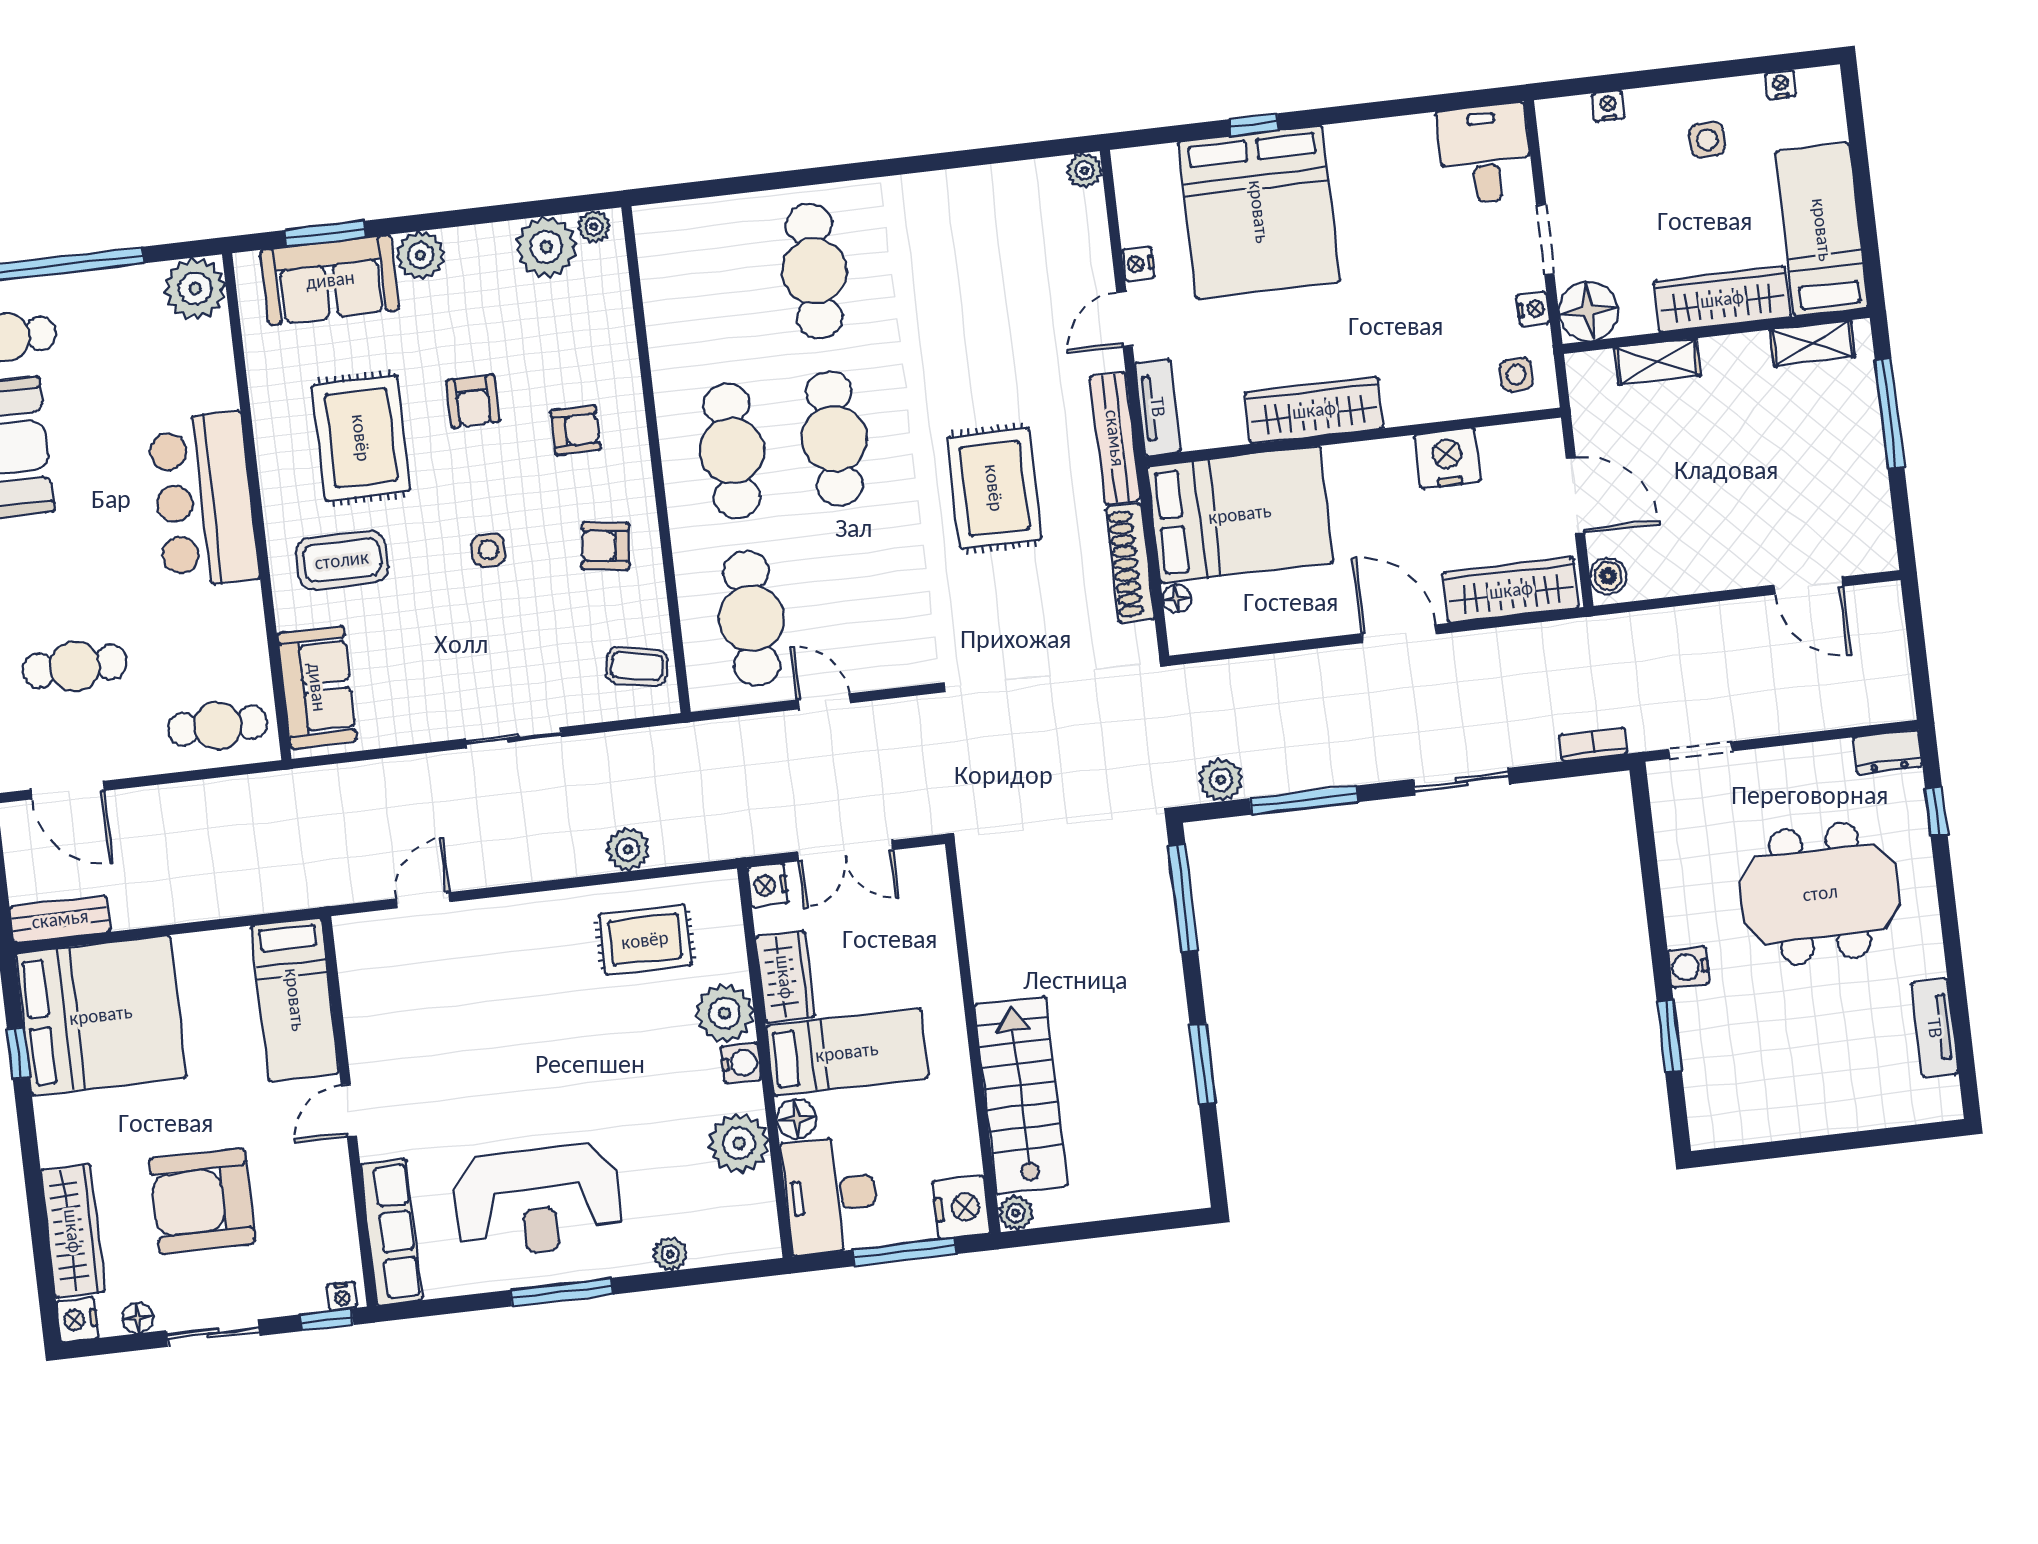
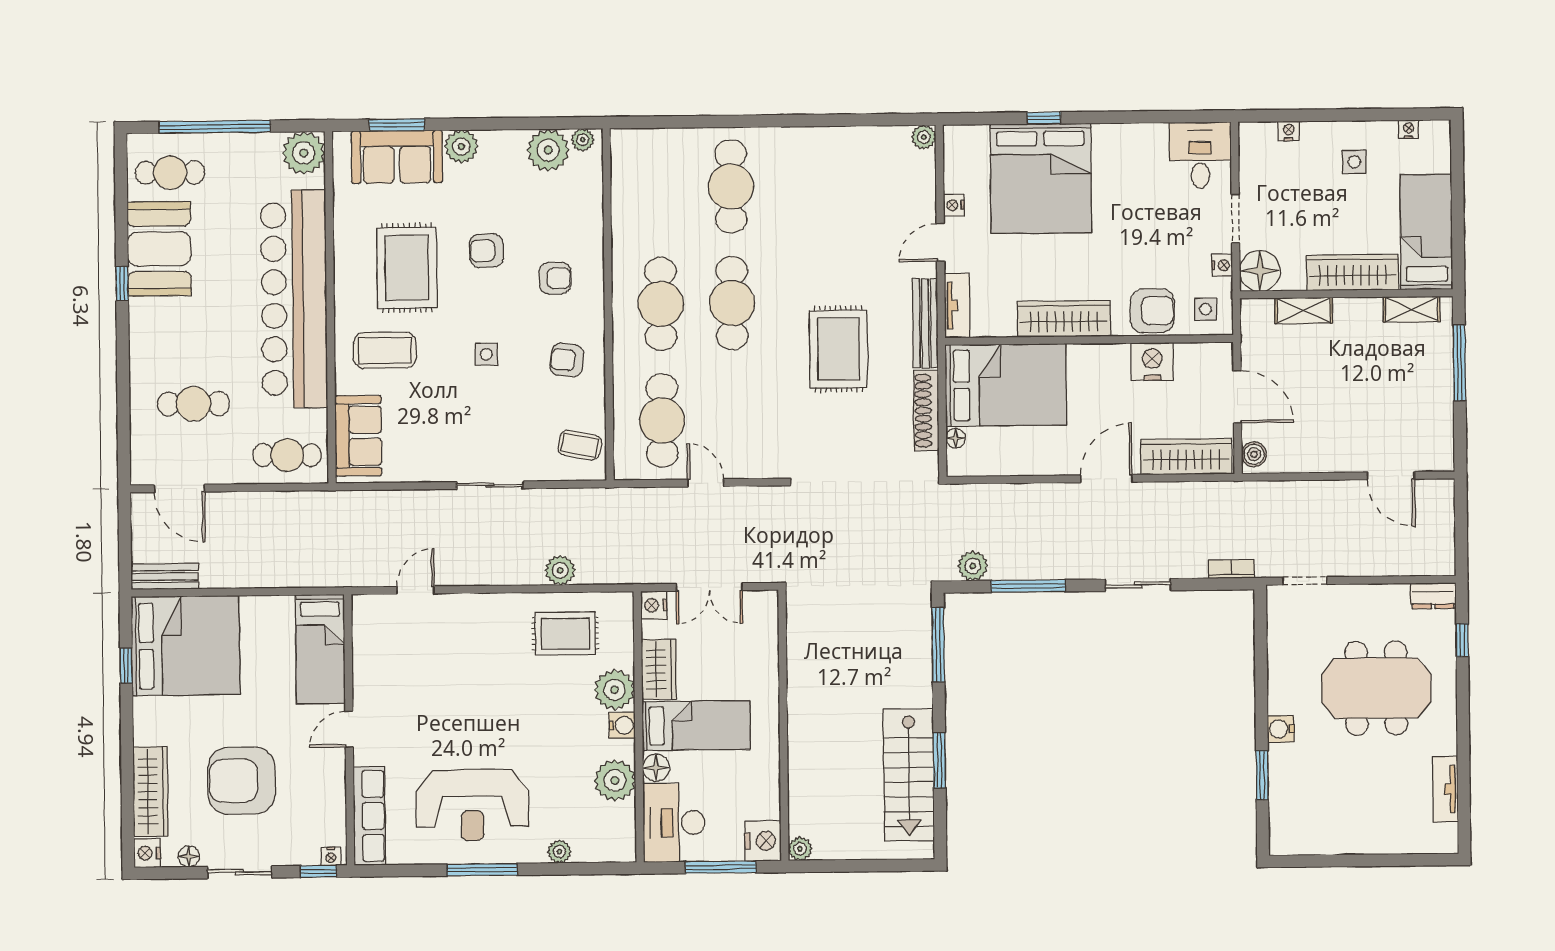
armchair: (1440, 385) -> (1152, 311), added
armchair: (473, 401) -> (486, 251), turned 90
bar counter: (204, 500) -> (294, 299), width x1.86
door: (1399, 634) -> (1106, 479), hinge flipped
stairs: (1021, 1095) -> (909, 775), moved, turned 180

